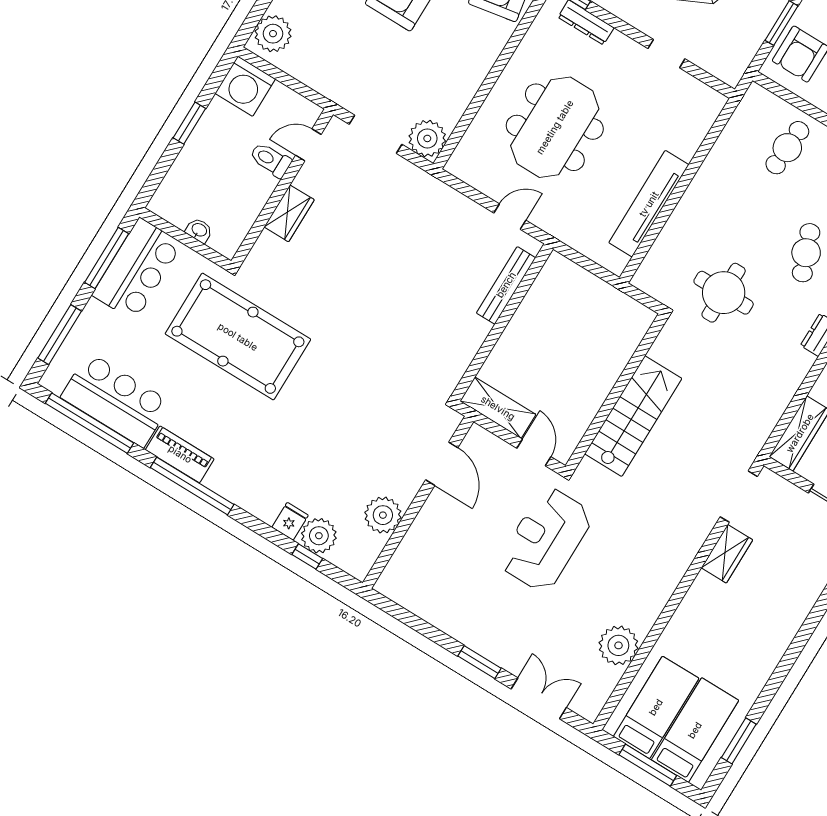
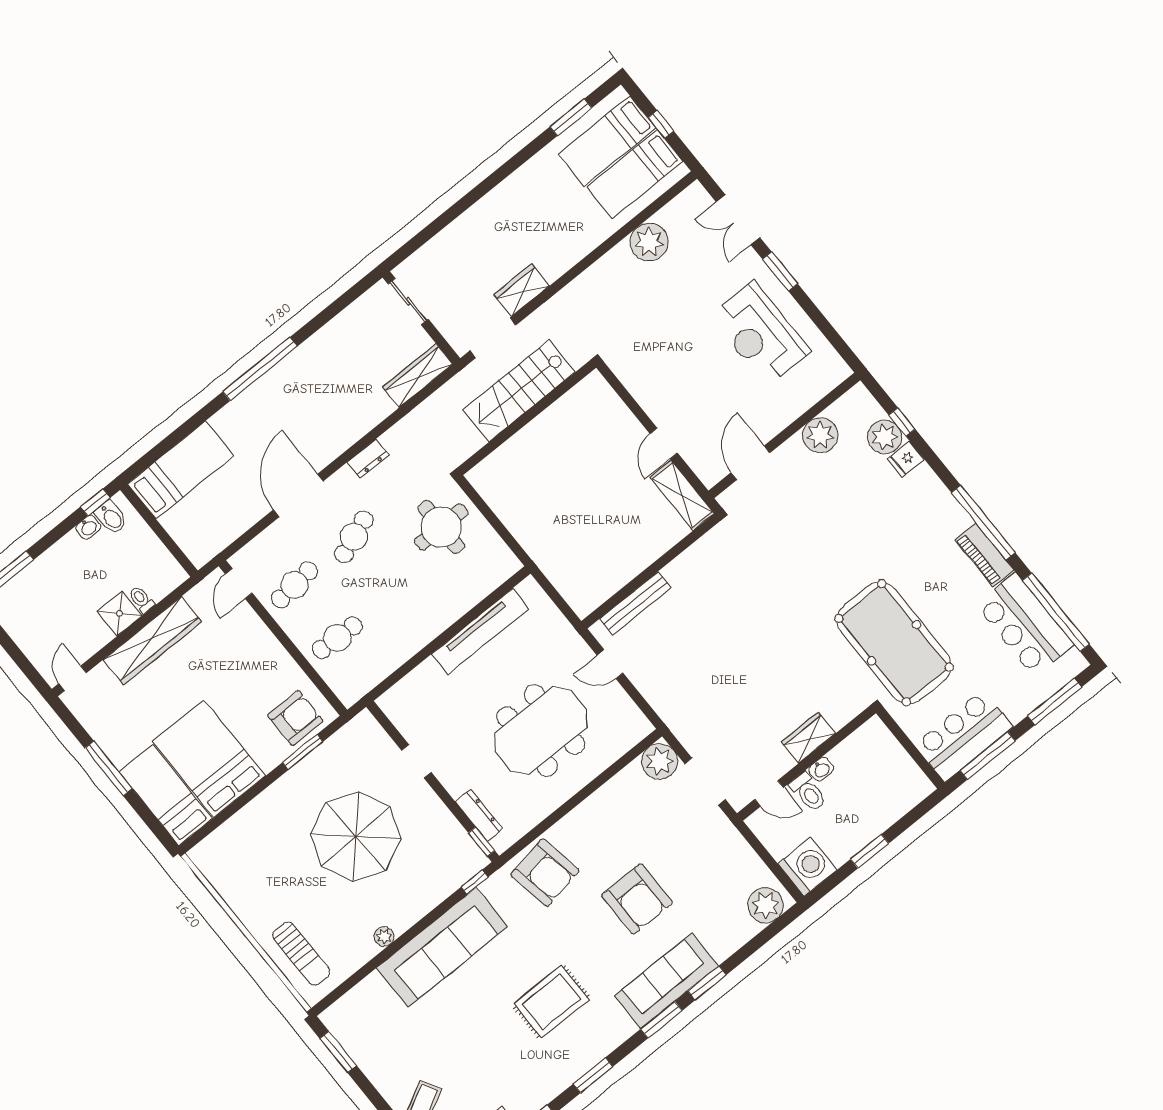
washbasin: (199, 230) -> (821, 769), moved, turned -90
wall: (616, 392) -> (527, 418), moved
stairs: (633, 416) -> (519, 391), moved
reception desk: (546, 539) -> (760, 334), moved, turned 90
window: (648, 765) -> (661, 124), width x0.46

